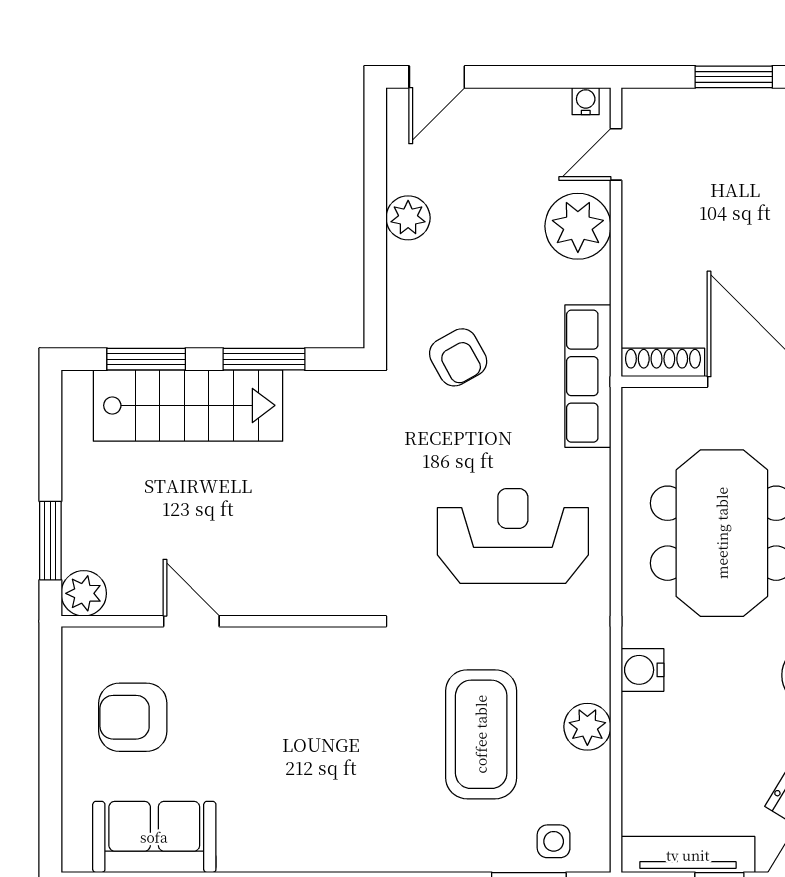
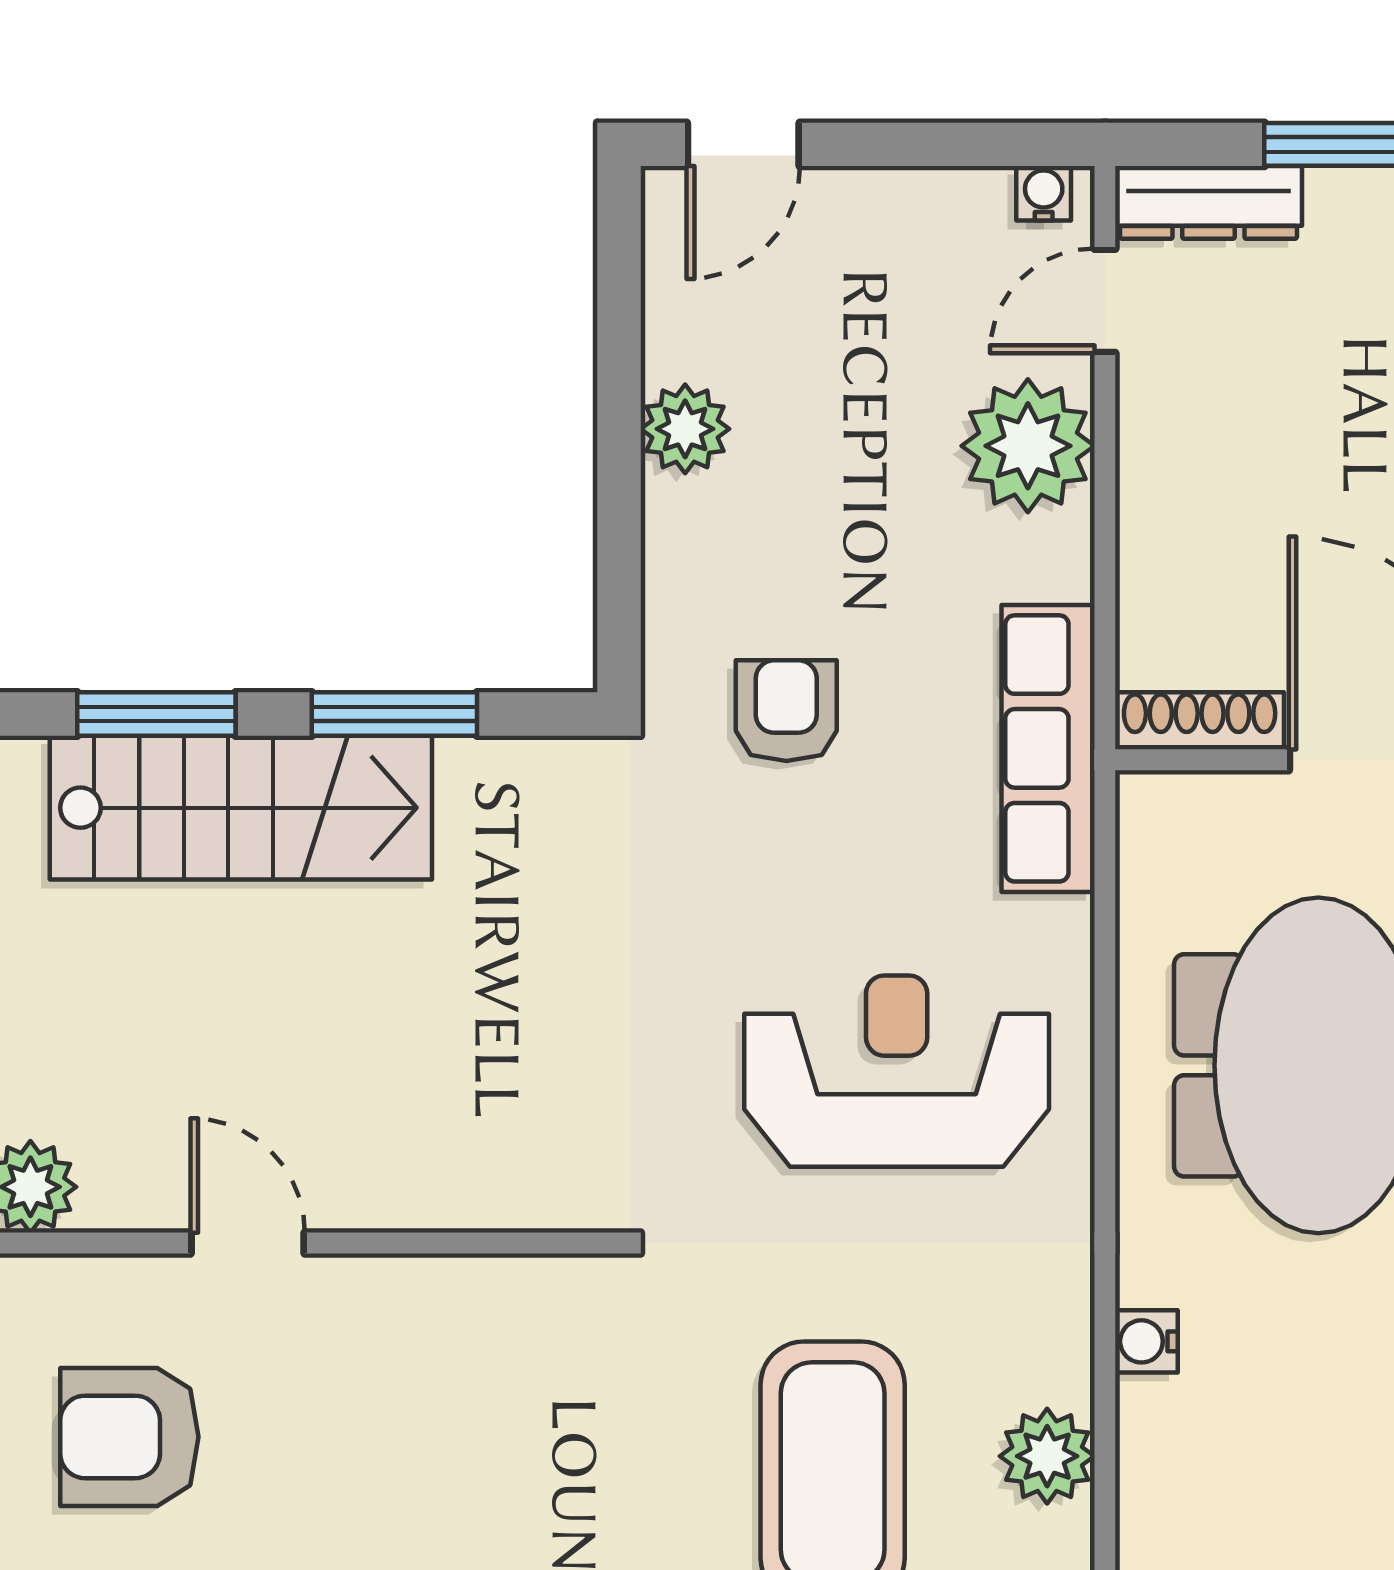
dresser: (667, 106) -> (1208, 202), added
armchair: (458, 357) -> (786, 711), turned -151
water cooler: (642, 670) -> (1146, 1341), width x0.72, depth x0.72

